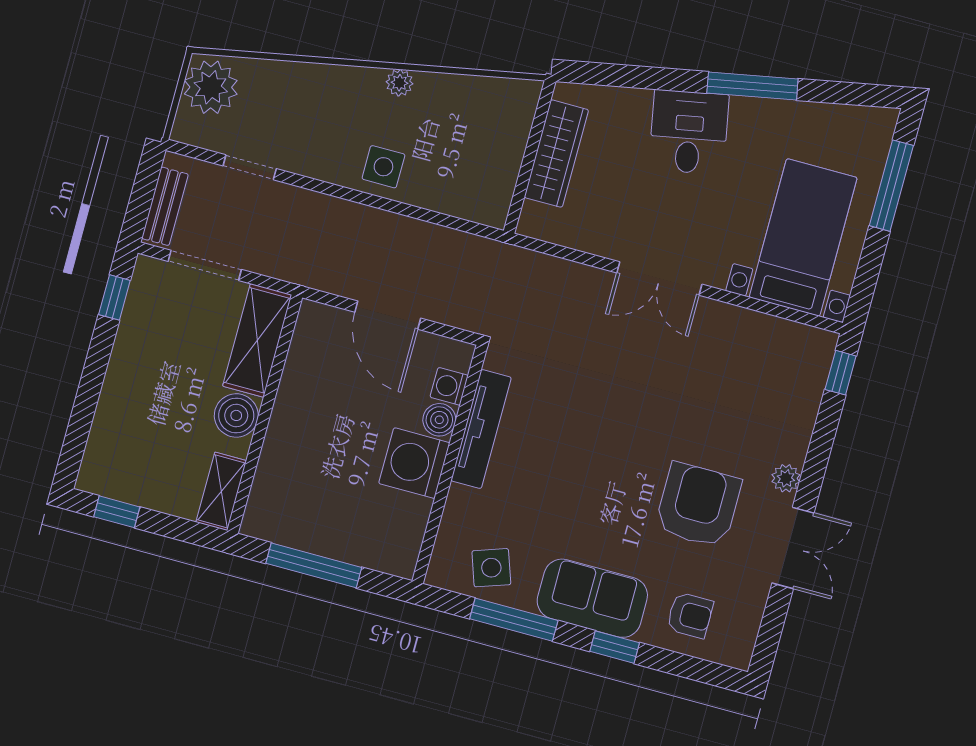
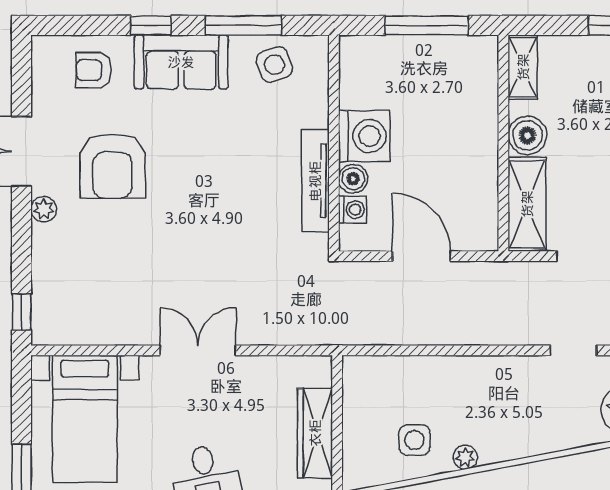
side table: (383, 167) -> (415, 440), moved

